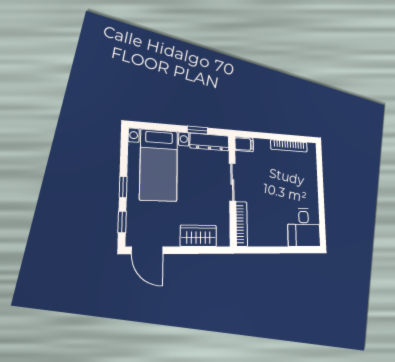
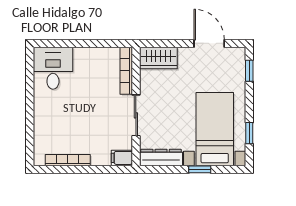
window: (197, 130) -> (200, 169), moved
window: (123, 187) -> (249, 133), moved
wardrobe: (198, 236) -> (158, 58), moved
door: (147, 250) -> (209, 43), moved

